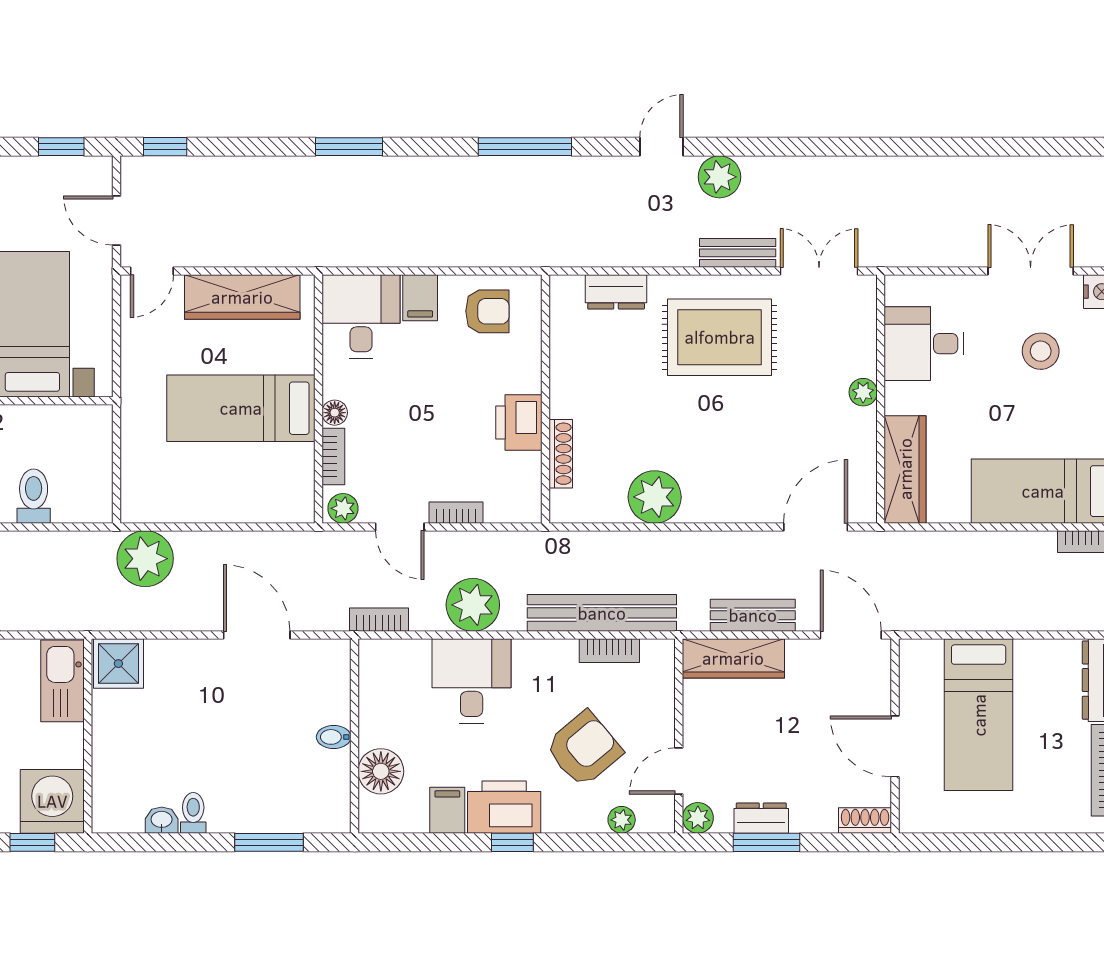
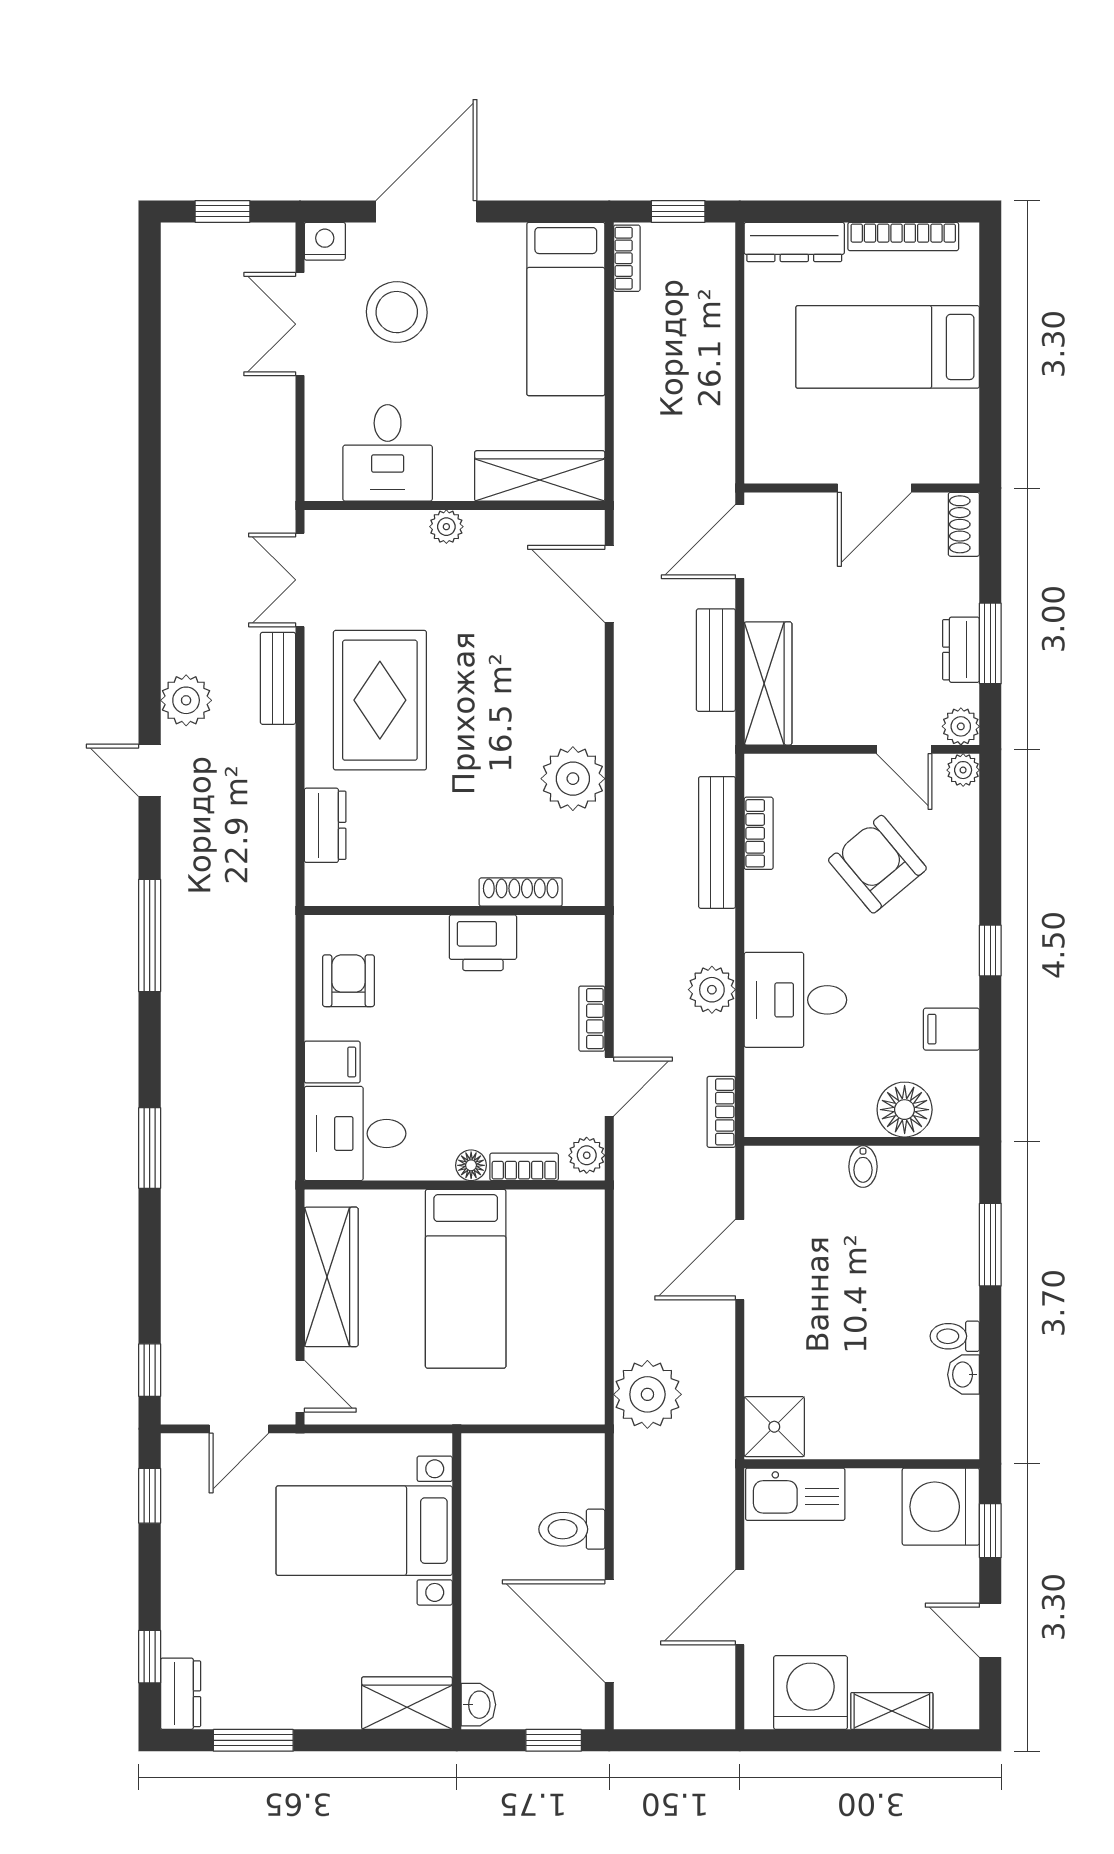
stool: (1041, 351) -> (397, 312), width x1.38, depth x1.38
plant: (473, 605) -> (712, 990), width x0.73, depth x0.73
bench: (602, 613) -> (717, 842), width x0.73, depth x0.82
bed: (979, 715) -> (888, 347), moved, turned 180
printer: (504, 807) -> (948, 960), removed
plant: (622, 820) -> (963, 770), moved

